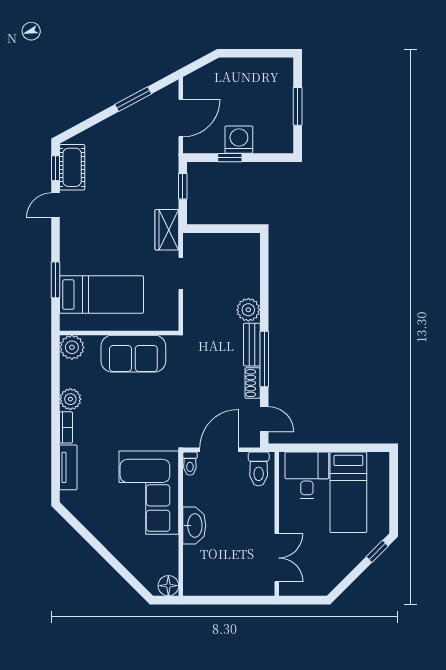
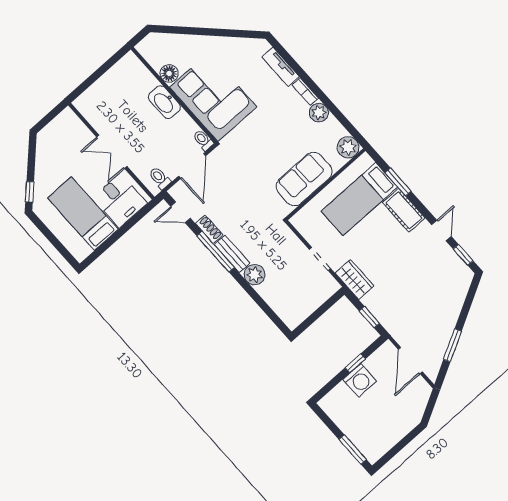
window: (298, 106) -> (353, 450), moved
cot: (72, 167) -> (404, 210), moved
toilet: (259, 469) -> (160, 178), width x0.73, depth x0.72
double door: (277, 558) -> (112, 152), moved
floor lamp: (168, 586) -> (169, 73), moved

